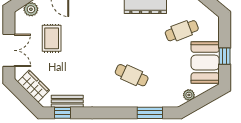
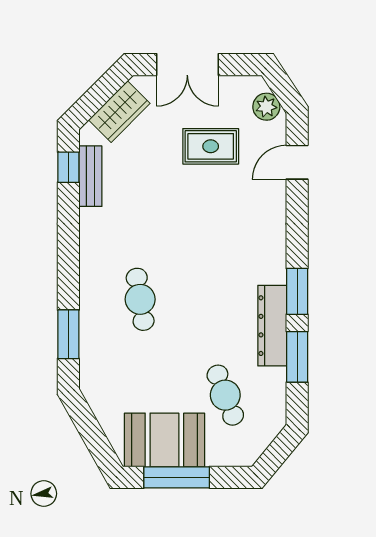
window: (225, 56) -> (177, 477), width x2.17
cafe table: (132, 75) -> (140, 299), turned -33
plant: (189, 95) -> (102, 409), removed

